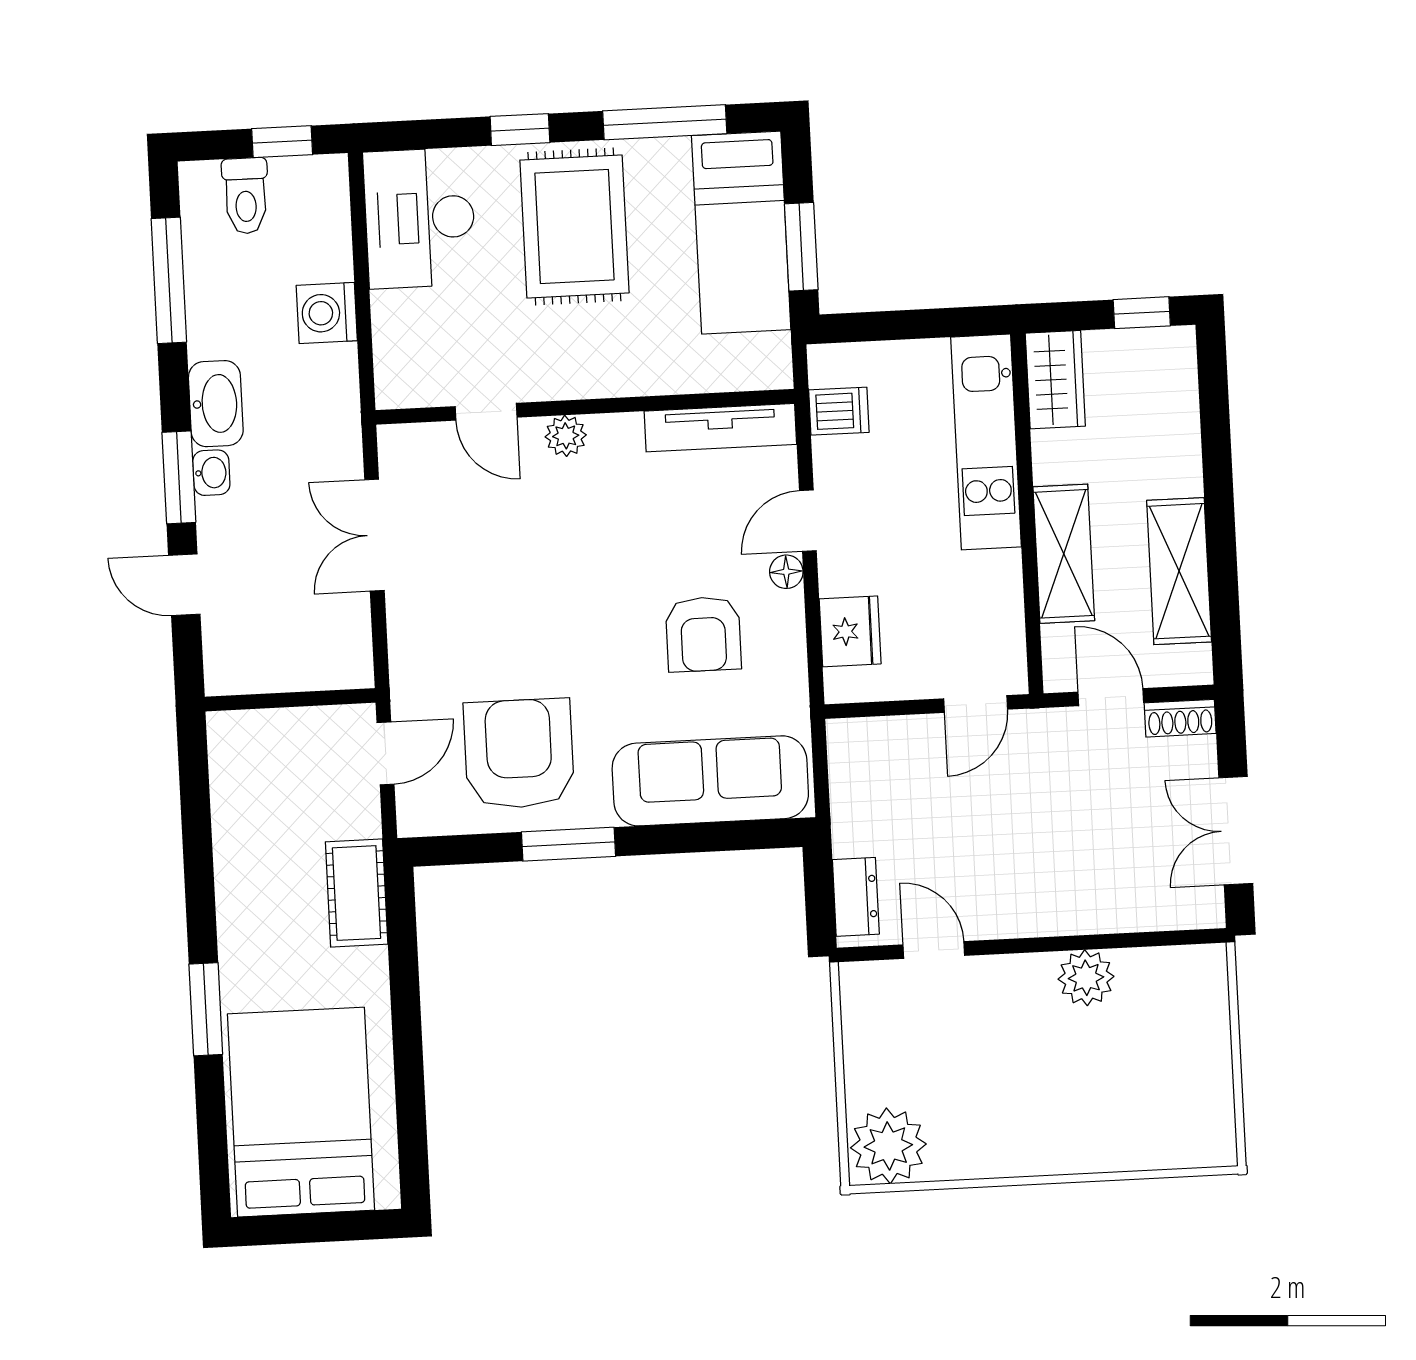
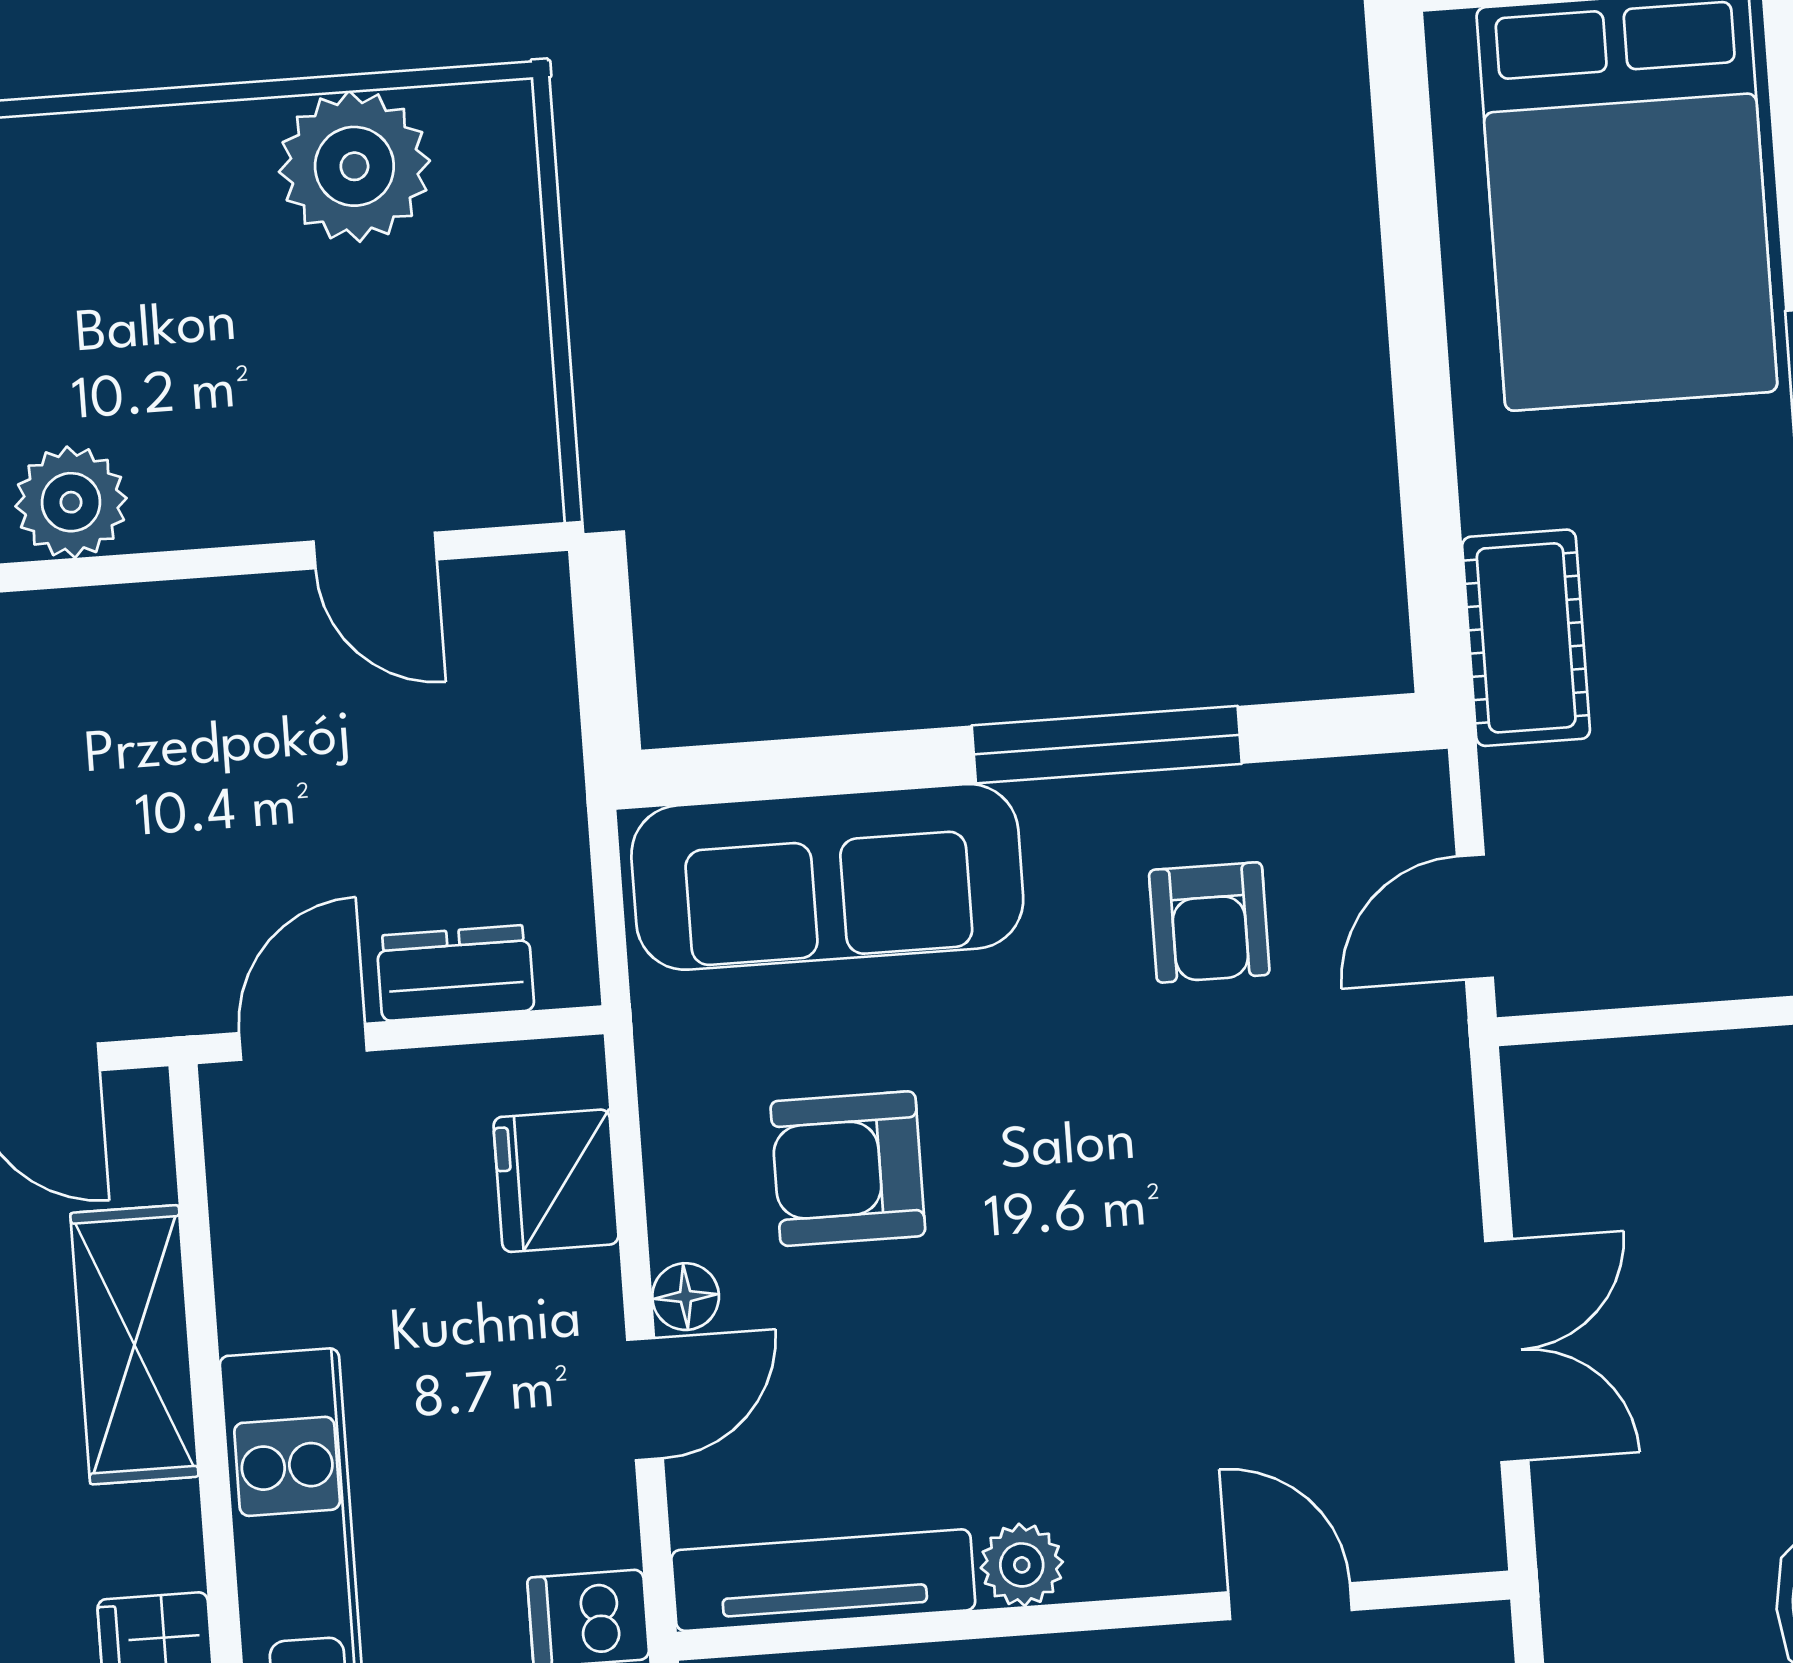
plant: (566, 436) -> (1022, 1565), moved
armchair: (703, 634) -> (848, 1169), turned -90
armchair: (519, 754) -> (1209, 922), width x0.53, depth x0.53
window: (568, 844) -> (1107, 745), width x1.44
dresser: (856, 897) -> (455, 973), moved, turned 90
plant: (888, 1146) -> (354, 166), moved

